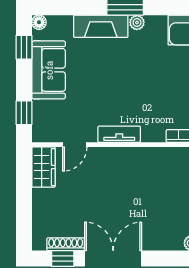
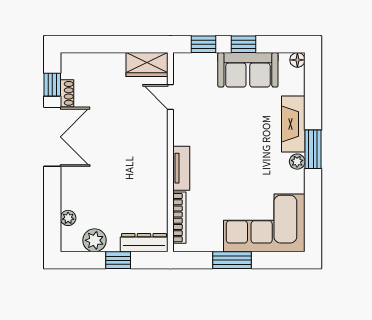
window: (24, 47) -> (243, 44), moved
tv unit: (119, 134) -> (181, 168), moved
shoe rack: (66, 244) -> (67, 93), width x0.70

